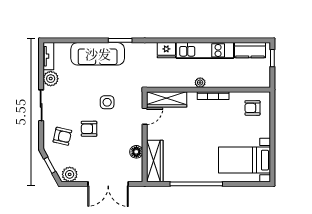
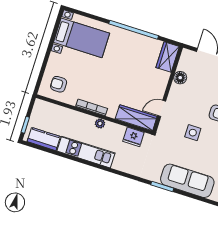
fridge: (166, 50) -> (133, 137), moved, turned 180
armchair: (252, 108) -> (59, 84), turned 180
wardrobe: (155, 161) -> (168, 57), width x0.67

